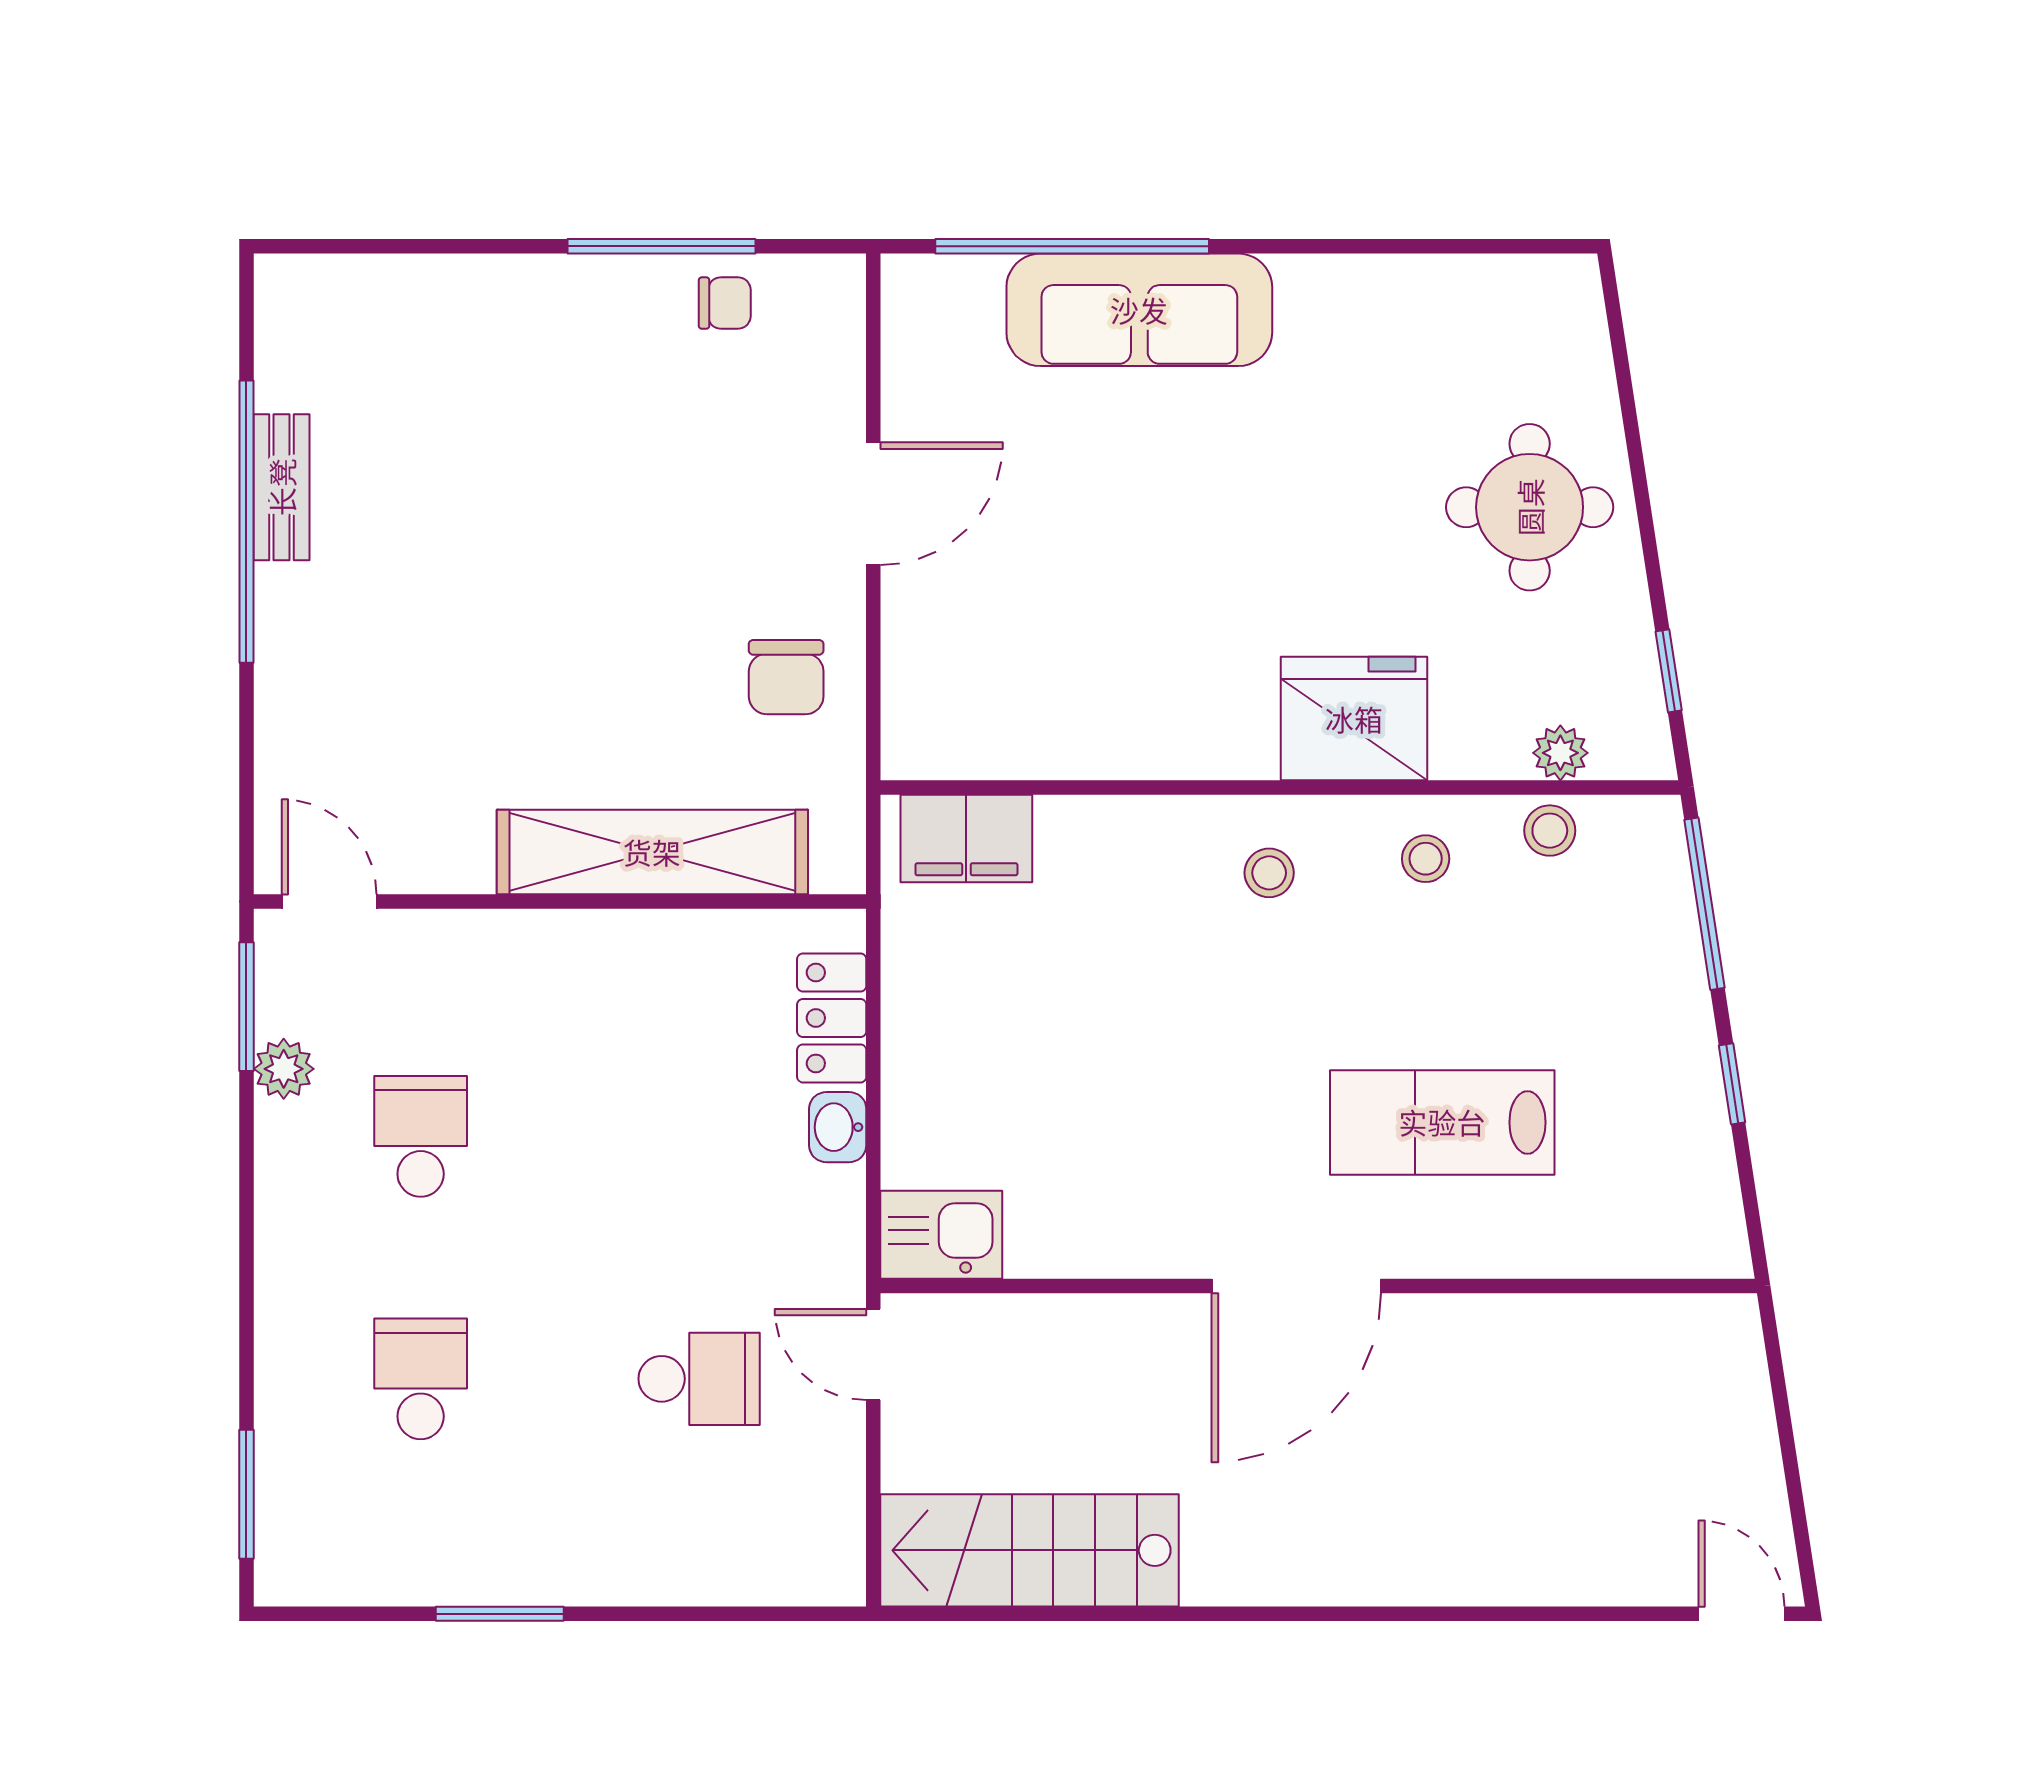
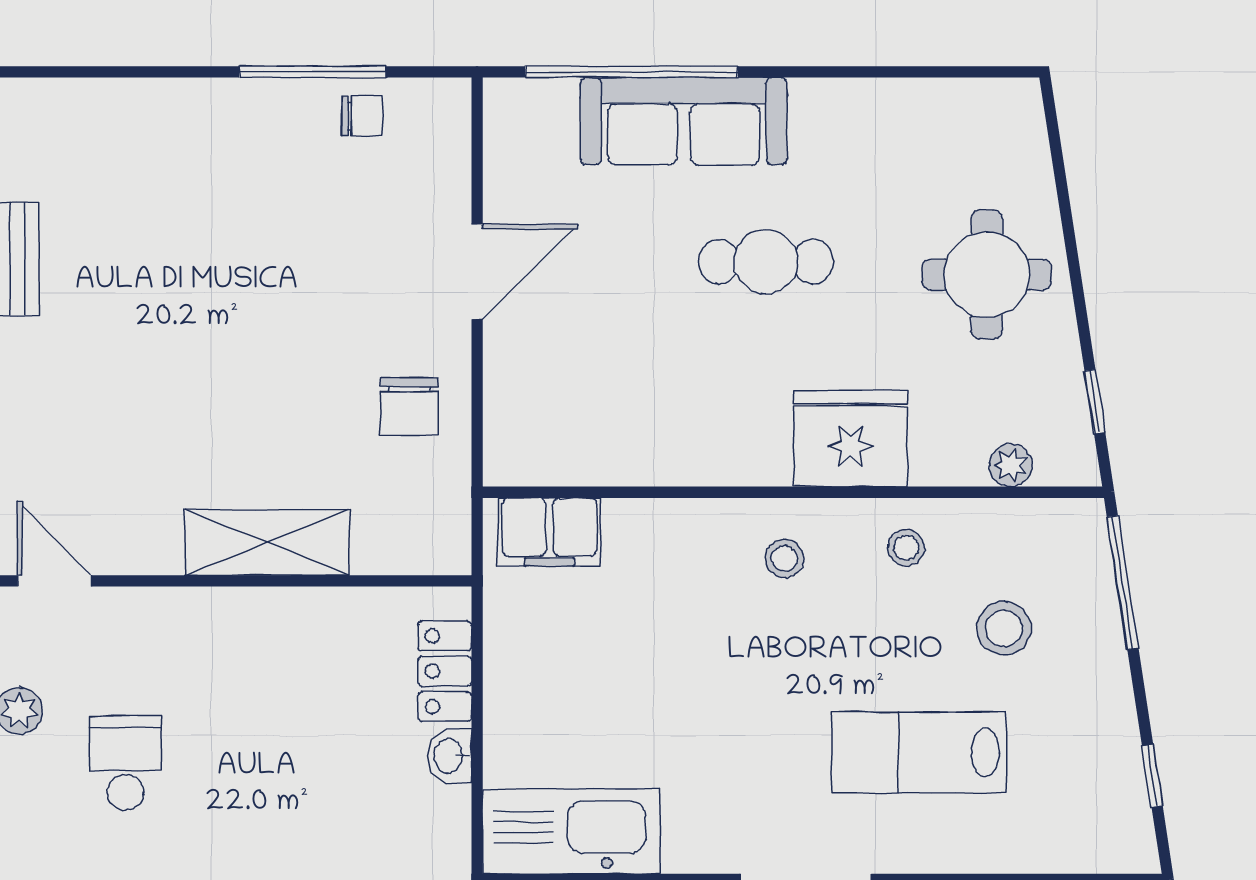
cafe table: (1245, 491) -> (766, 262), added
stool: (1550, 831) -> (1004, 628), moved, width x1.37, depth x1.37
shelving: (652, 852) -> (267, 542), width x0.68
window: (1732, 1084) -> (1152, 776), moved
kitchen sink: (941, 1235) -> (571, 831), width x1.87, depth x1.24

